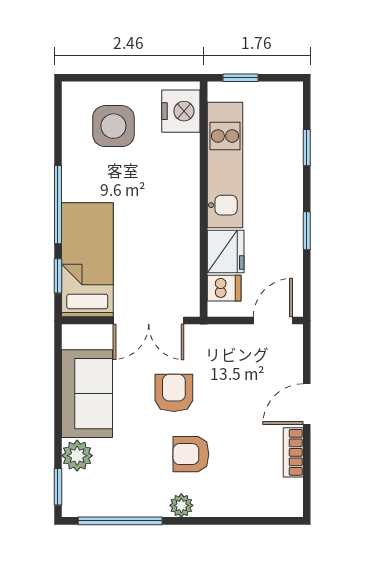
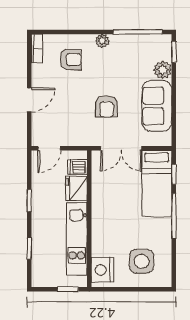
double door: (149, 321) -> (121, 148), swing flipped
bookcase: (293, 452) -> (37, 48), moved
armchair: (191, 454) -> (71, 60), moved

